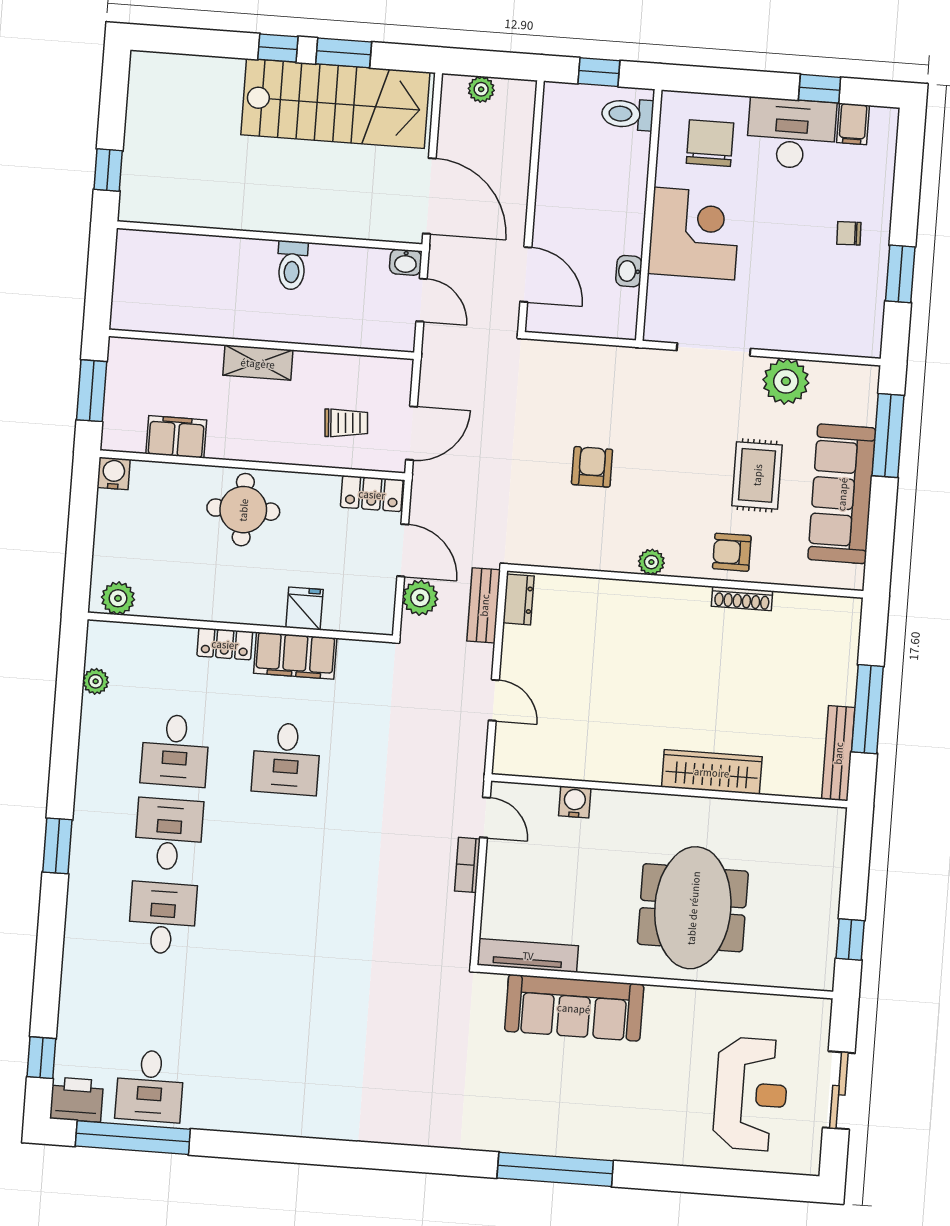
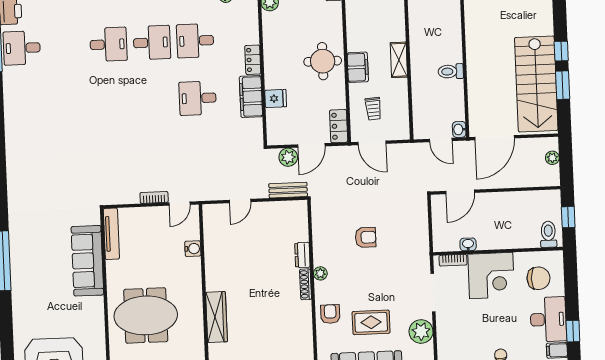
door: (422, 300) -> (441, 140), hinge flipped
bookcase: (656, 304) -> (453, 260), added
filing cabinet: (176, 437) -> (358, 67), moved
dresser: (519, 599) -> (302, 255), moved, turned 90
shoe rack: (742, 599) -> (306, 284), moved

